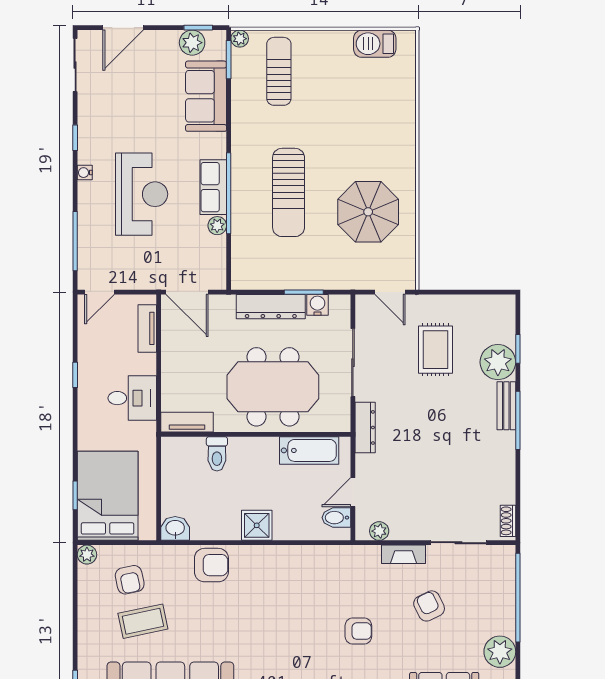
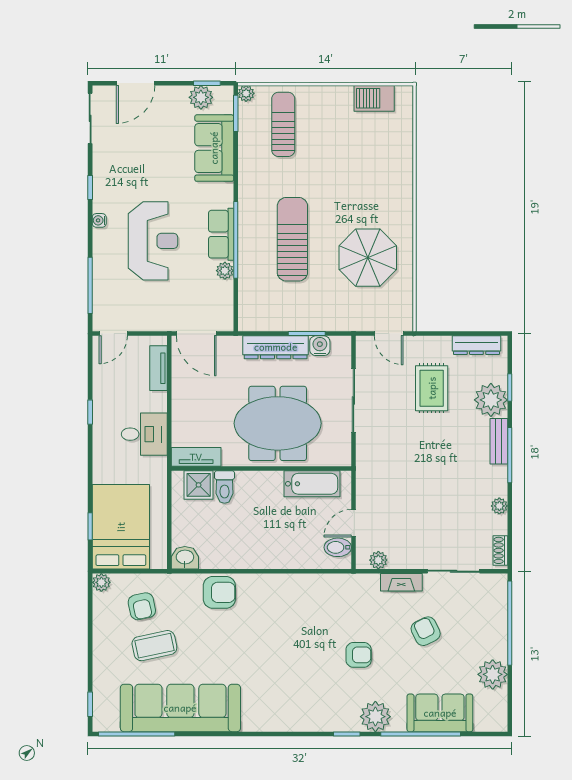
sun lounger: (289, 192) -> (292, 239), turned 180
dresser: (365, 427) -> (476, 345), moved, turned 90
plant: (507, 474) -> (499, 506), added
shower: (257, 525) -> (199, 485), moved

